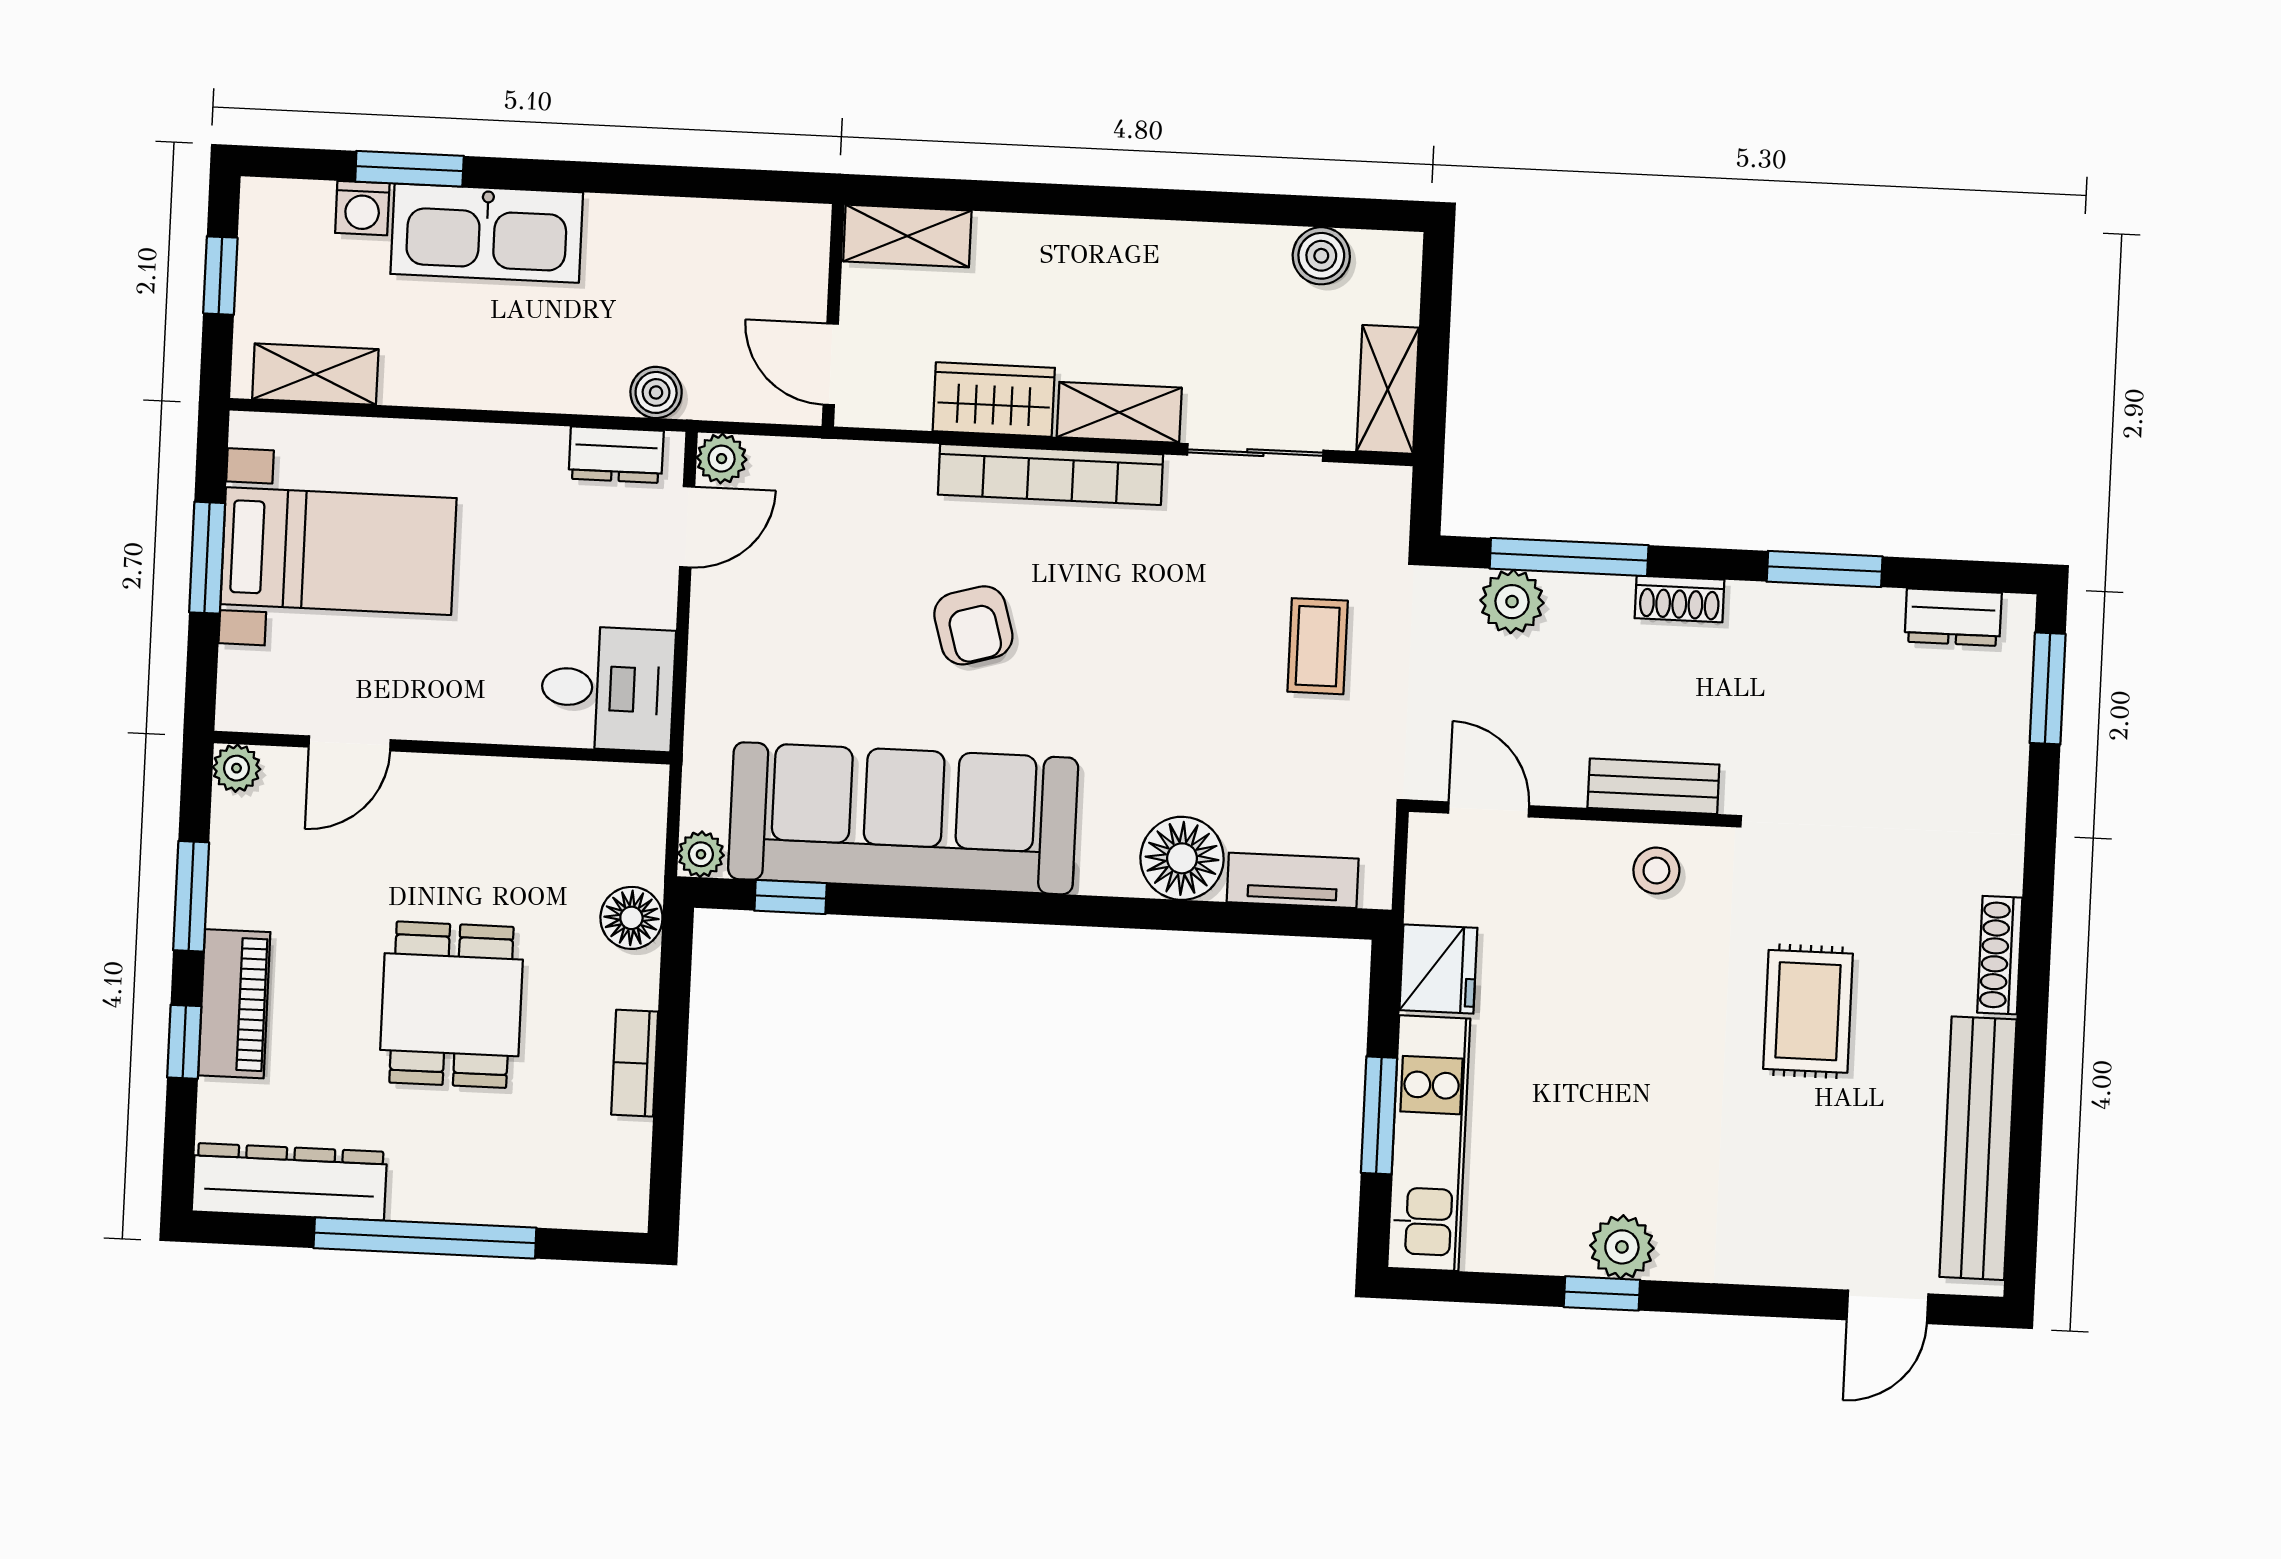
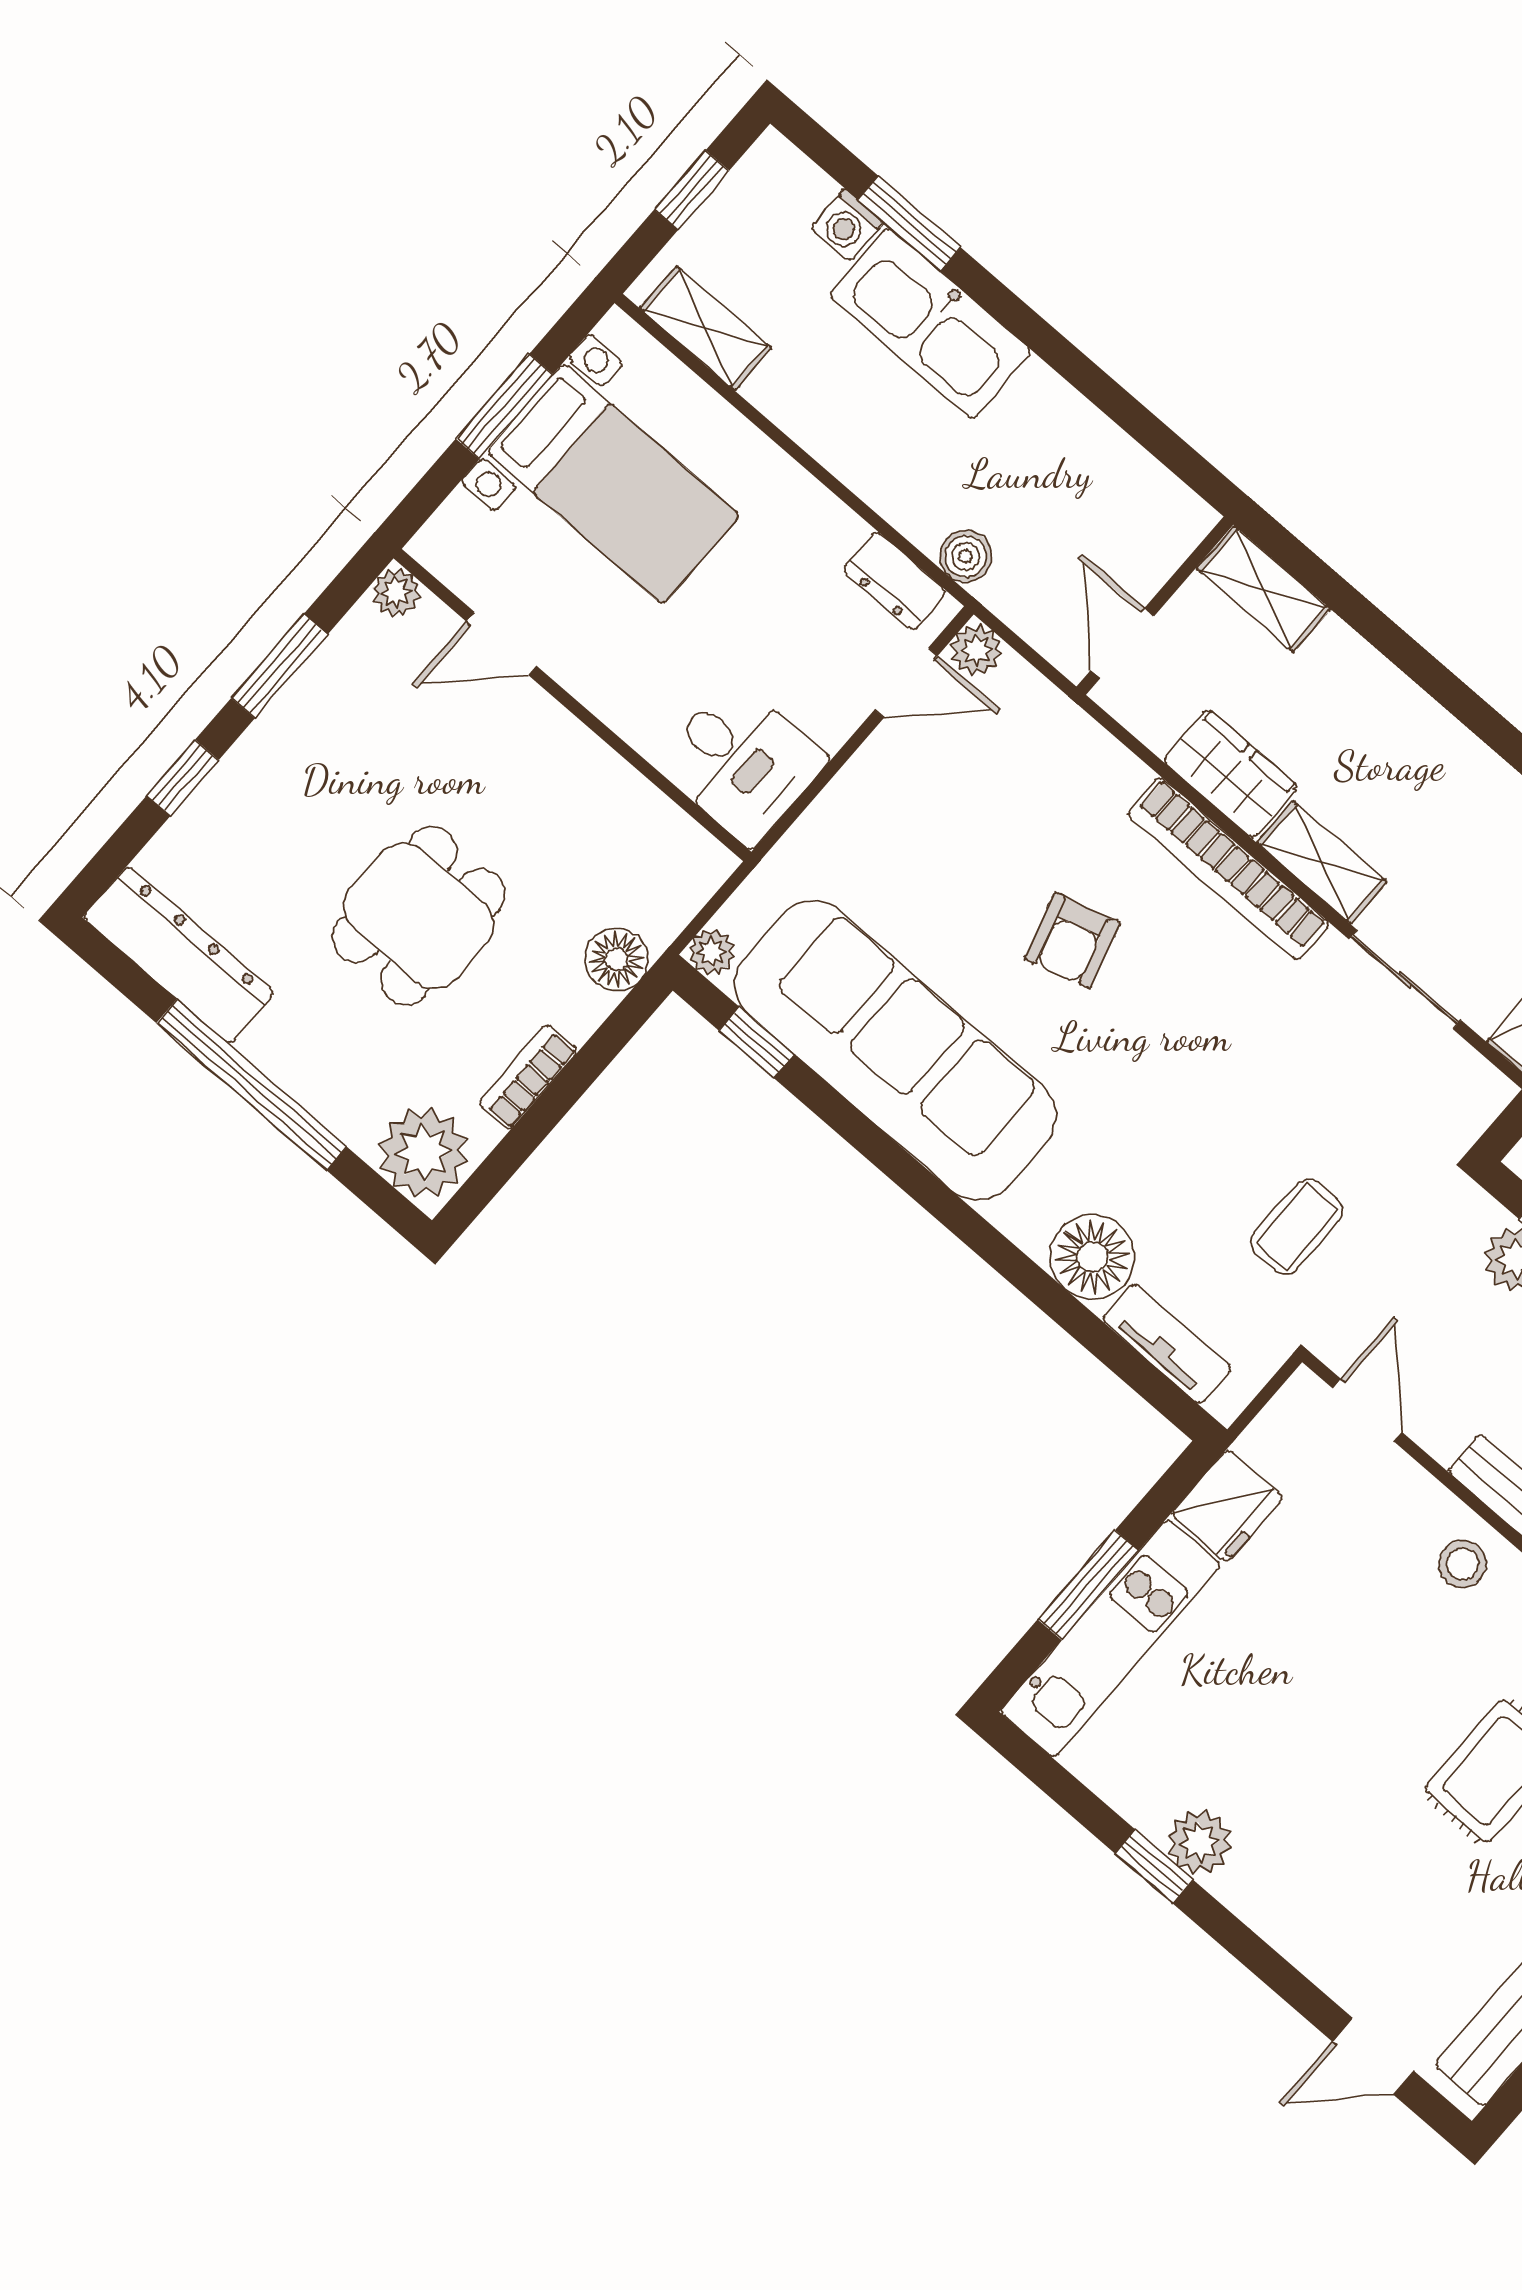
coffee table: (1318, 646) -> (1297, 1226), moved
piano: (234, 1004) -> (246, 779), removed
plant: (600, 1186) -> (424, 1153), added

